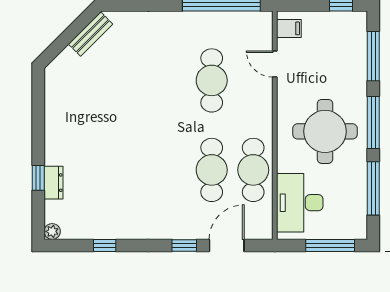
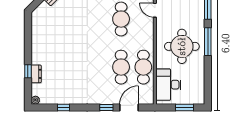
window: (373, 188) -> (208, 77), removed
window: (330, 245) -> (185, 108), width x0.69

